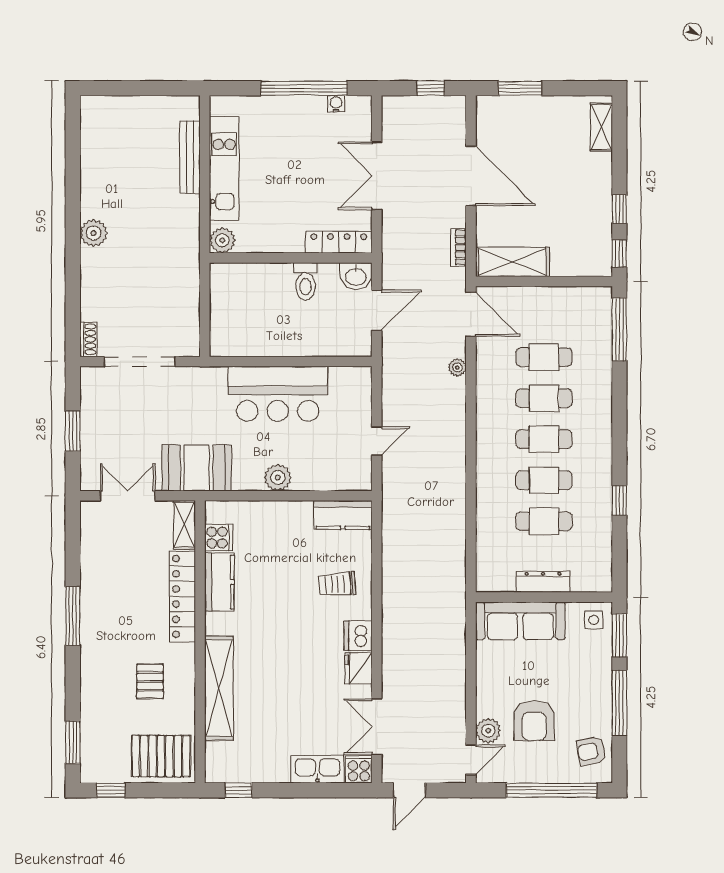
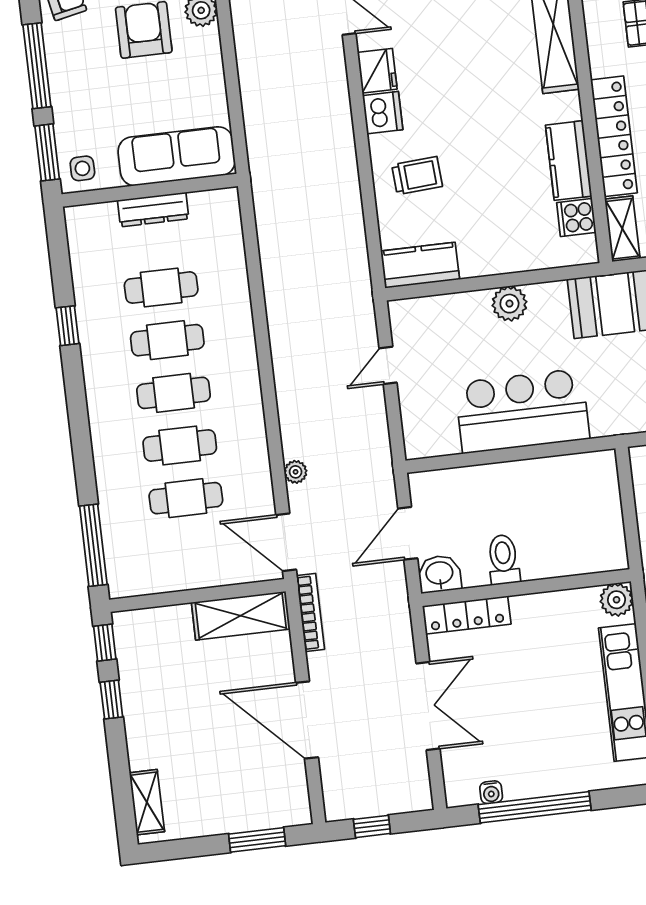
bookcase: (459, 247) -> (310, 613), width x1.56

